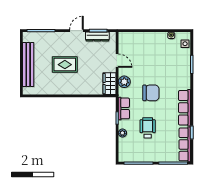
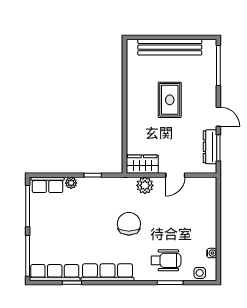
chair: (151, 93) -> (129, 224), turned 180
row of seats: (124, 108) -> (48, 185), moved
wheelchair: (148, 128) -> (166, 260), moved

